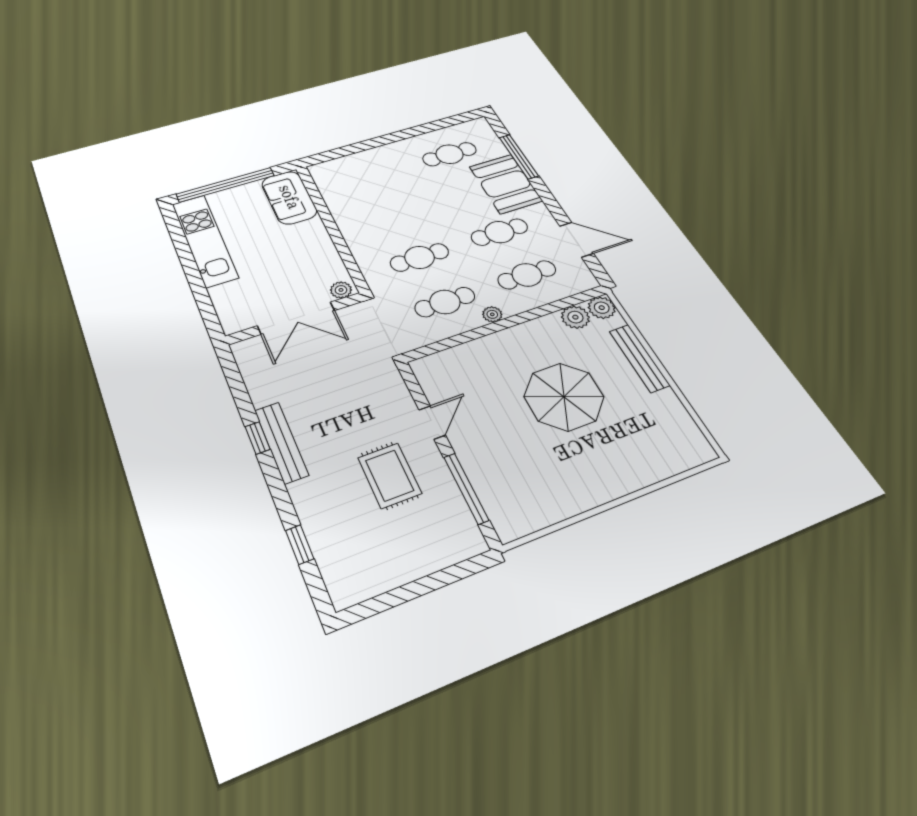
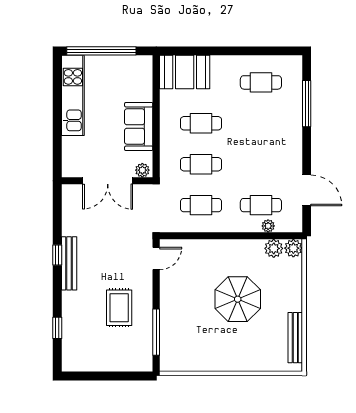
booth: (506, 184) -> (185, 72), moved, turned 90
sofa: (289, 197) -> (139, 127), moved
cafe table: (499, 232) -> (201, 123), moved
plant: (492, 314) -> (268, 226), moved
bench: (639, 358) -> (295, 338), moved
door: (432, 422) -> (156, 259), moved

